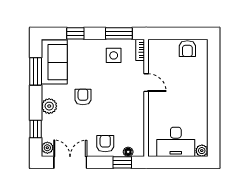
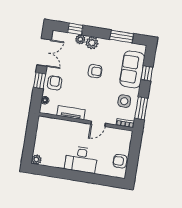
sofa: (54, 62) -> (132, 69), moved, turned 90
tv unit: (138, 118) -> (71, 113), added
desk: (176, 142) -> (81, 160), moved, turned -90
armchair: (105, 144) -> (55, 83), turned -90
plant: (47, 148) -> (80, 39), moved
window: (122, 162) -> (40, 81), moved

